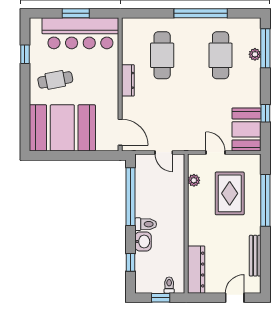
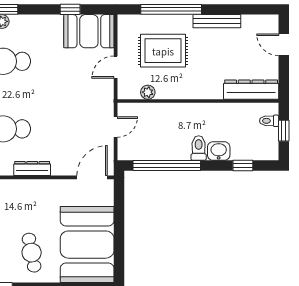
bench: (255, 256) -> (217, 21), moved

